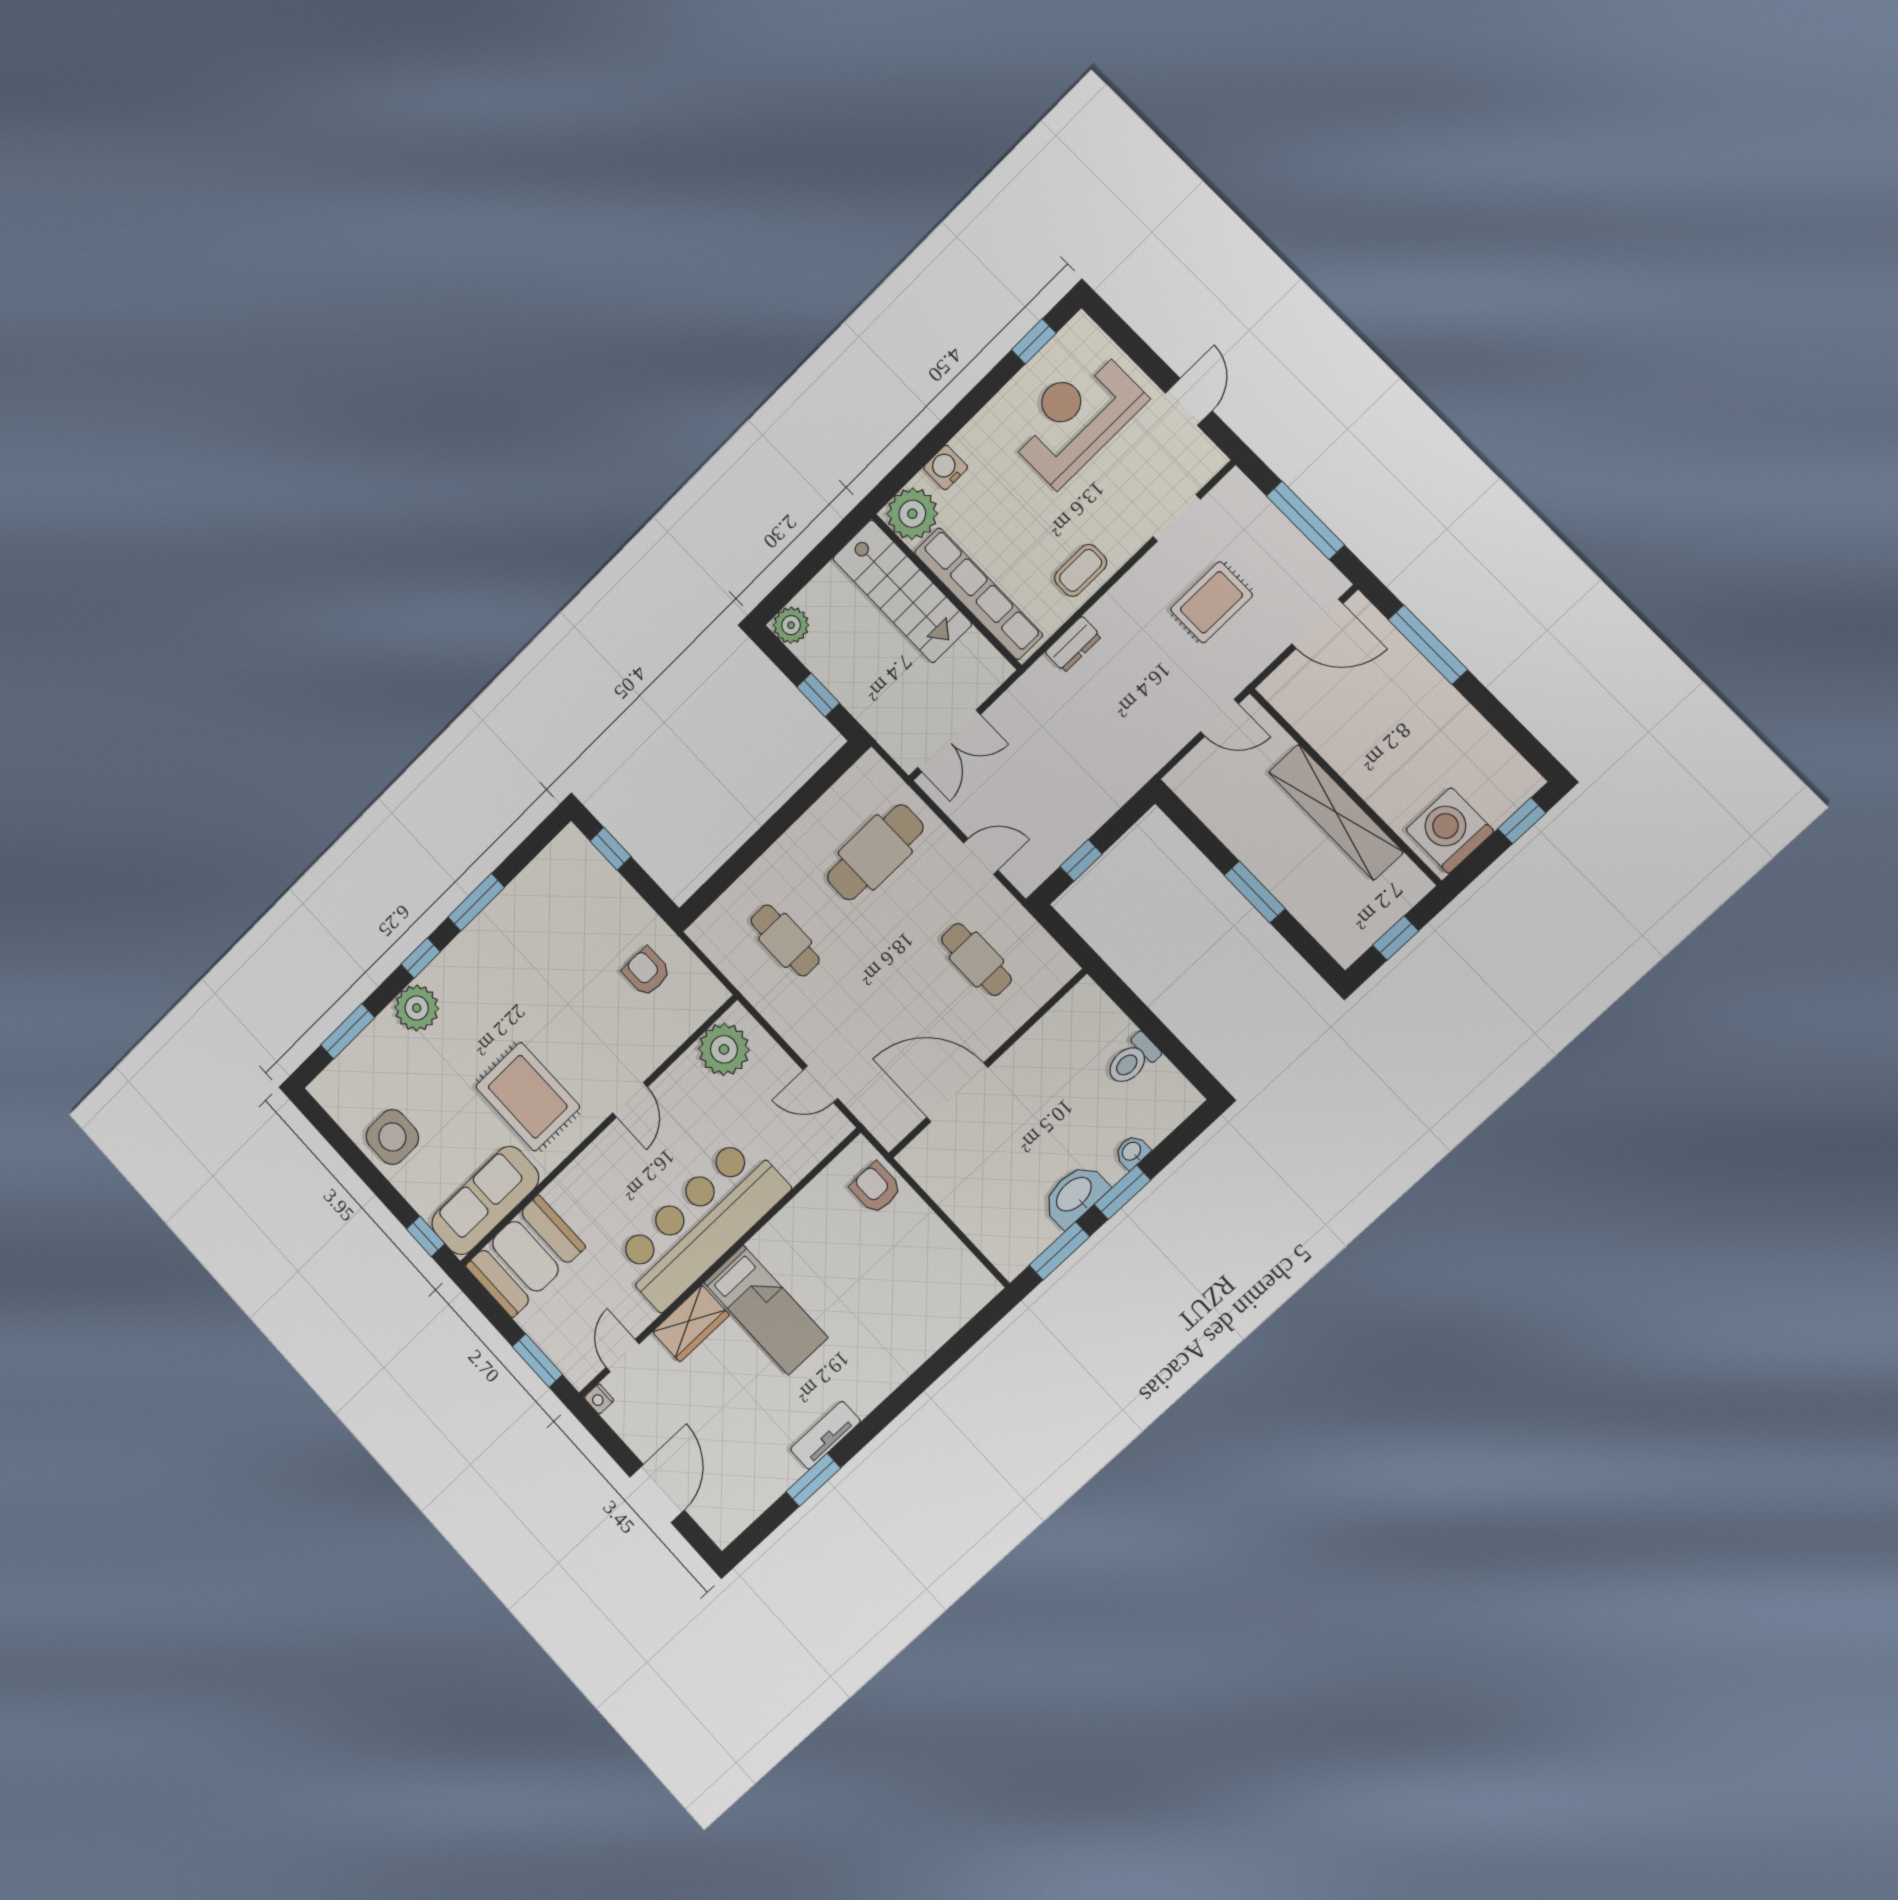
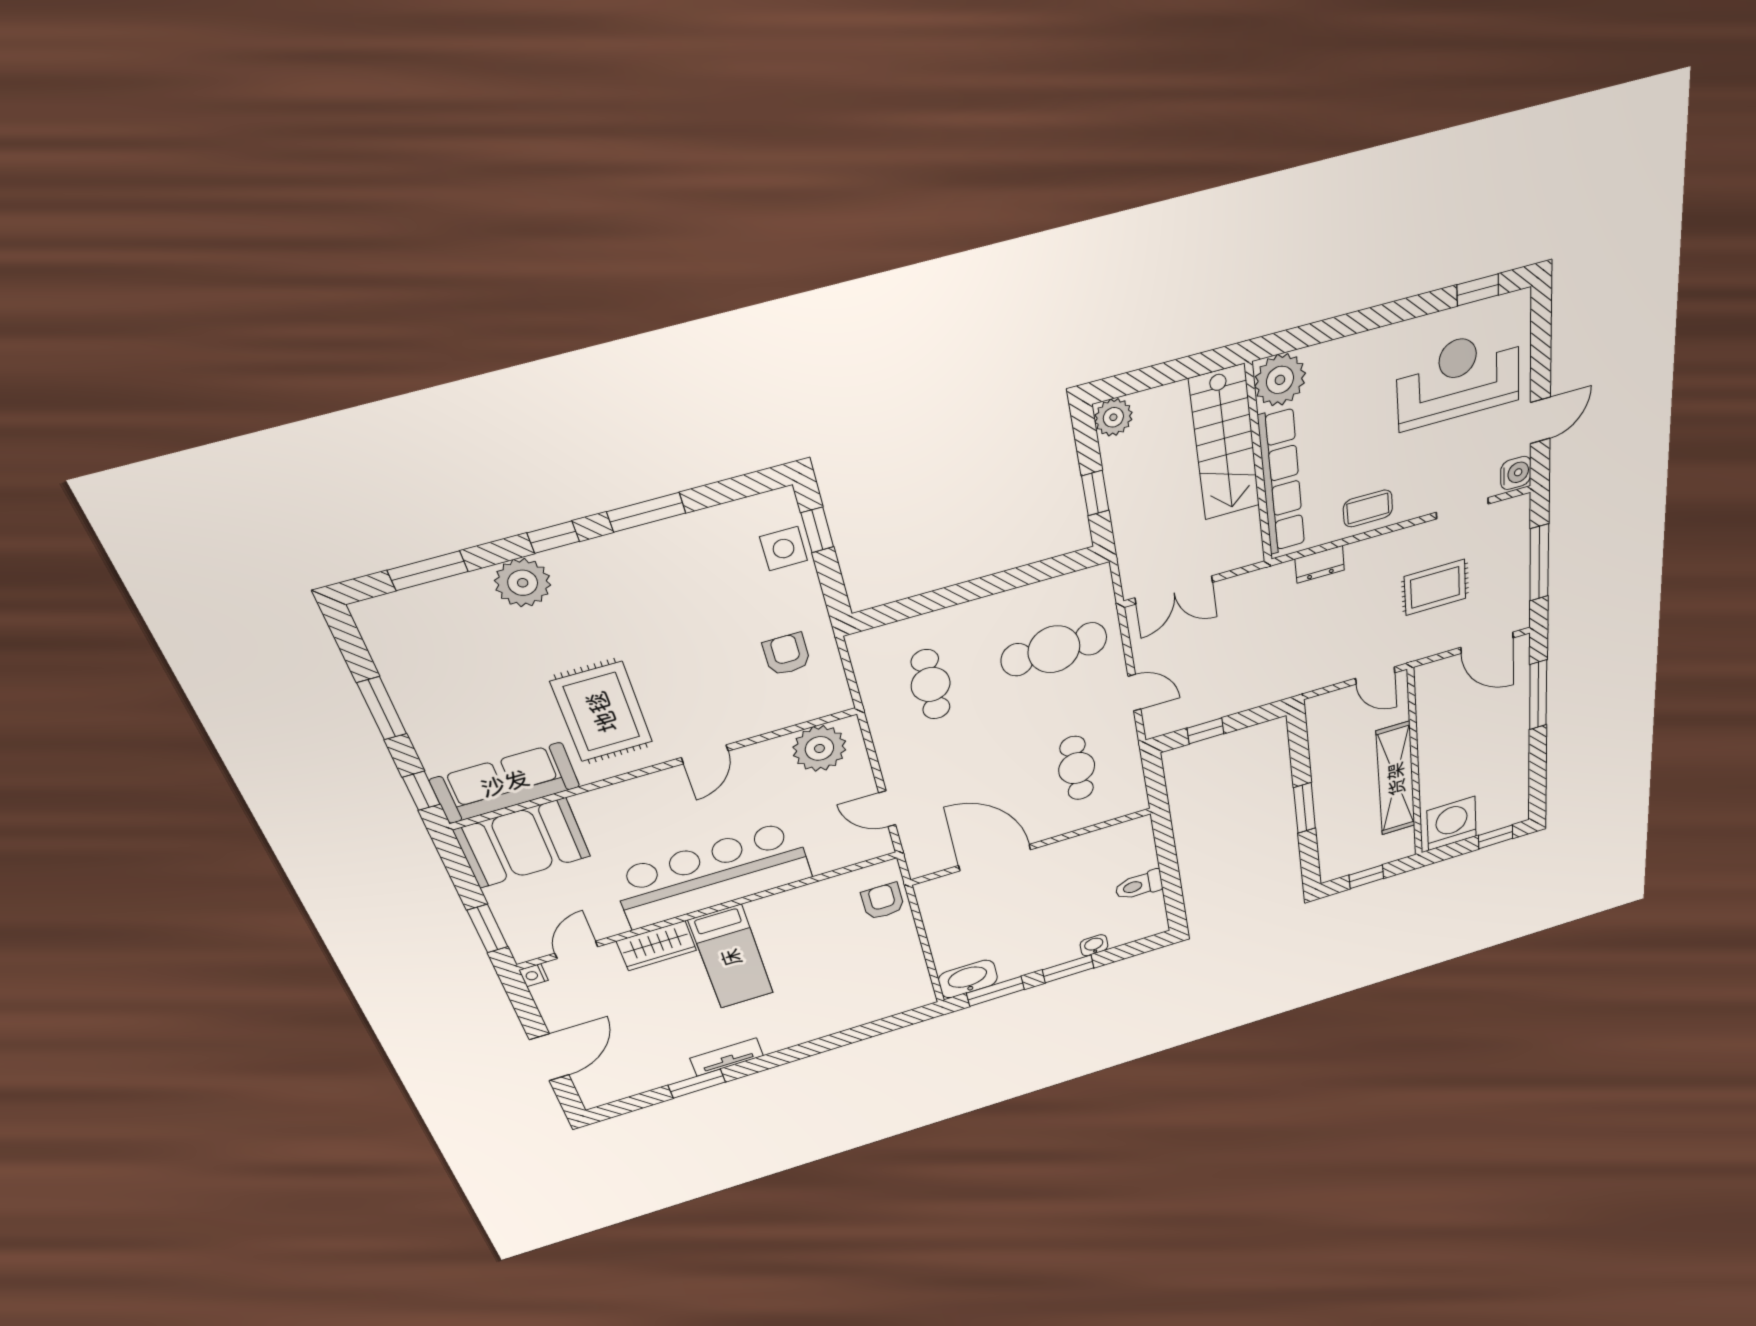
water cooler: (946, 467) -> (1516, 473), moved, turned 90
side table: (392, 1137) -> (784, 549), moved, width x0.73, depth x0.73
window: (366, 1170) -> (382, 708), added
washbasin: (1075, 1195) -> (968, 979), moved

